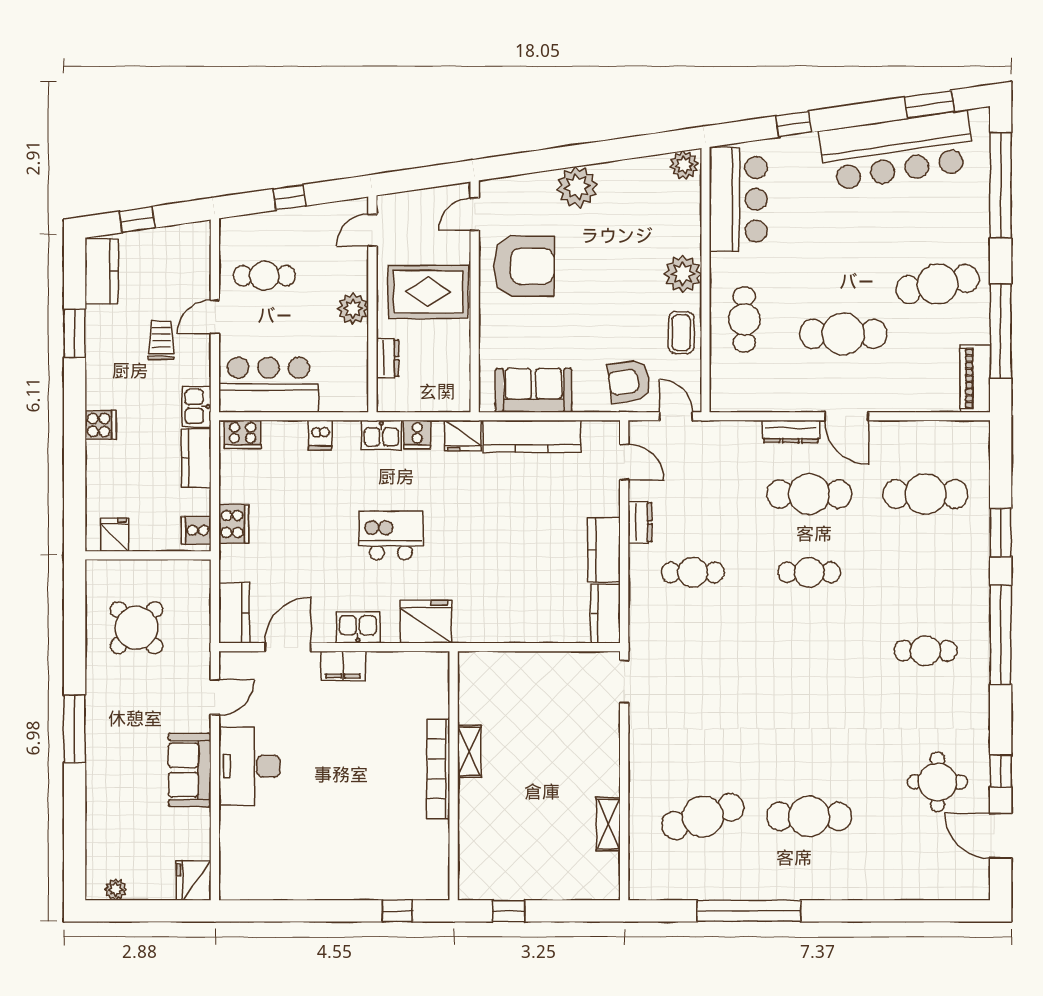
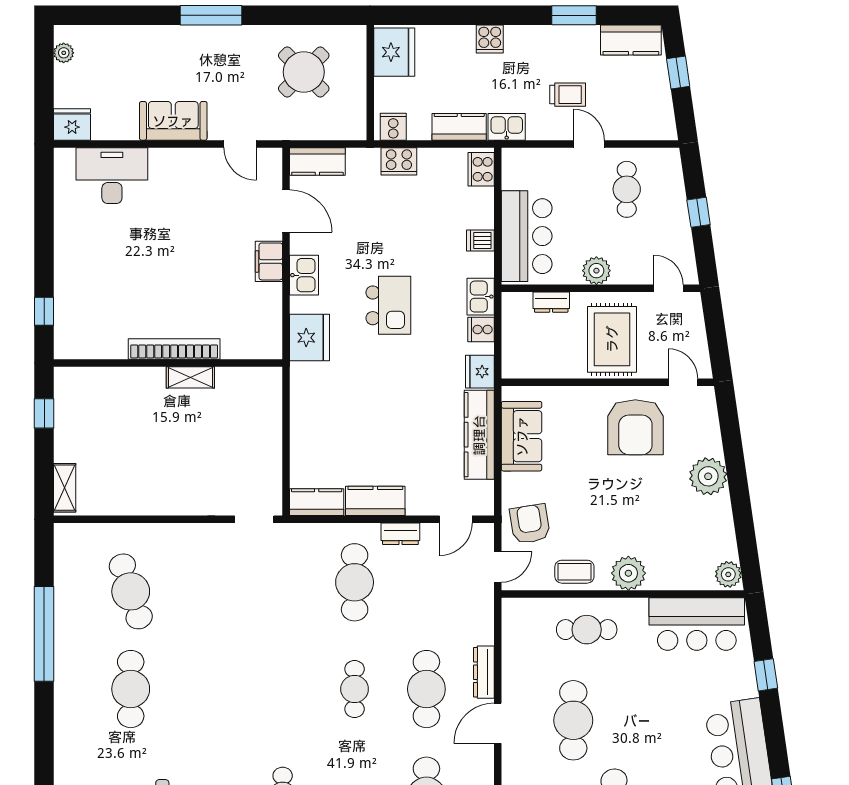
bar counter: (269, 385) -> (527, 236), moved
fridge: (115, 535) -> (394, 52), width x1.88, depth x1.34
cafe table: (693, 572) -> (355, 582), width x1.37, depth x1.35
desk: (249, 766) -> (112, 176), moved
shelving: (608, 824) -> (65, 488), moved, turned 90

